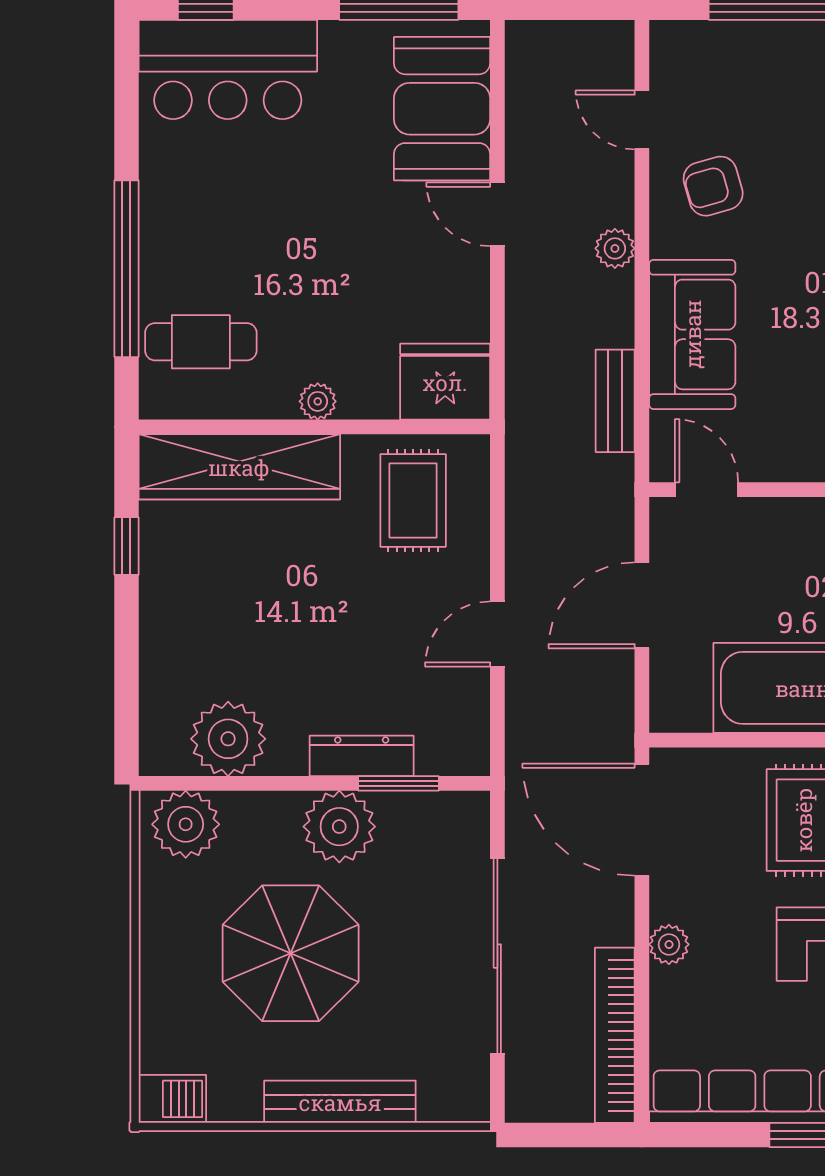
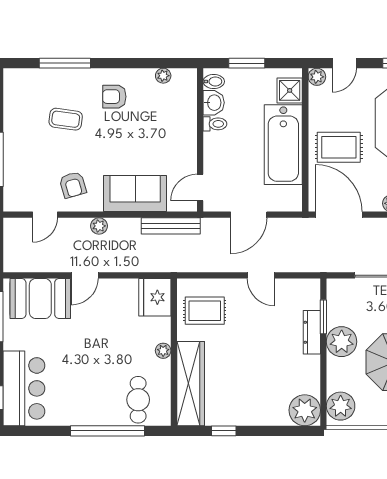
bench: (615, 401) -> (171, 226), width x1.36
door: (642, 605) -> (249, 215), hinge flipped
plant: (228, 739) -> (305, 410), moved
door: (642, 820) -> (339, 215), swing flipped

